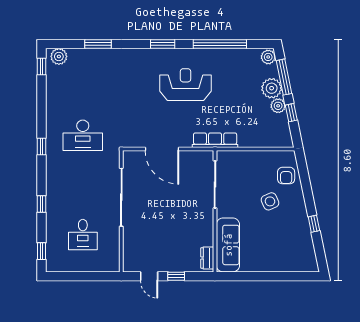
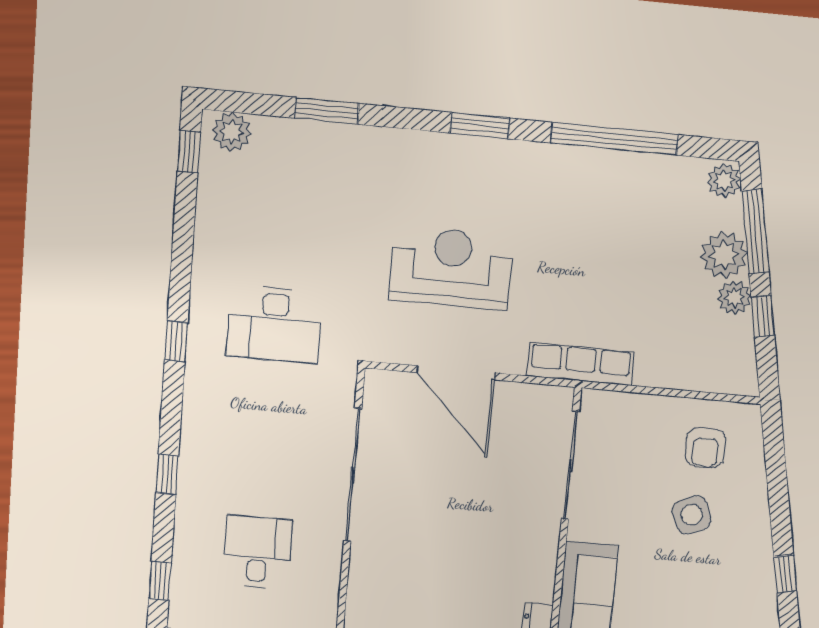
reception desk: (185, 85) -> (451, 268), moved
armchair: (286, 176) -> (705, 448), moved
desk: (83, 235) -> (258, 552), turned 180

